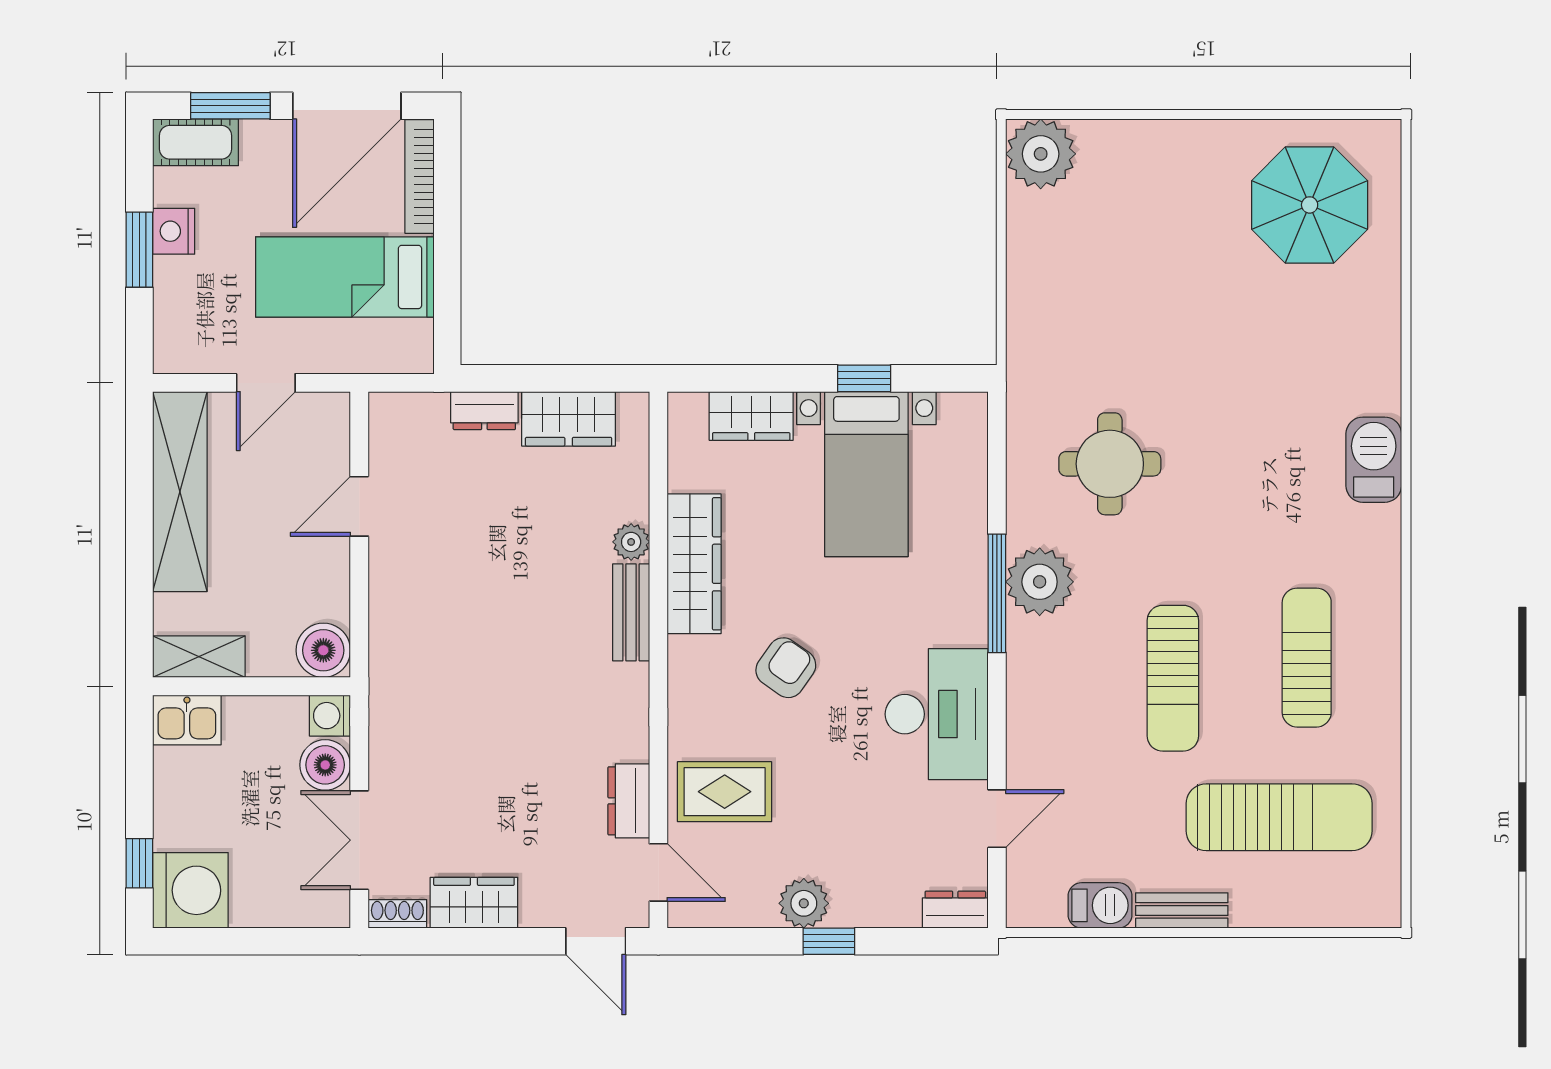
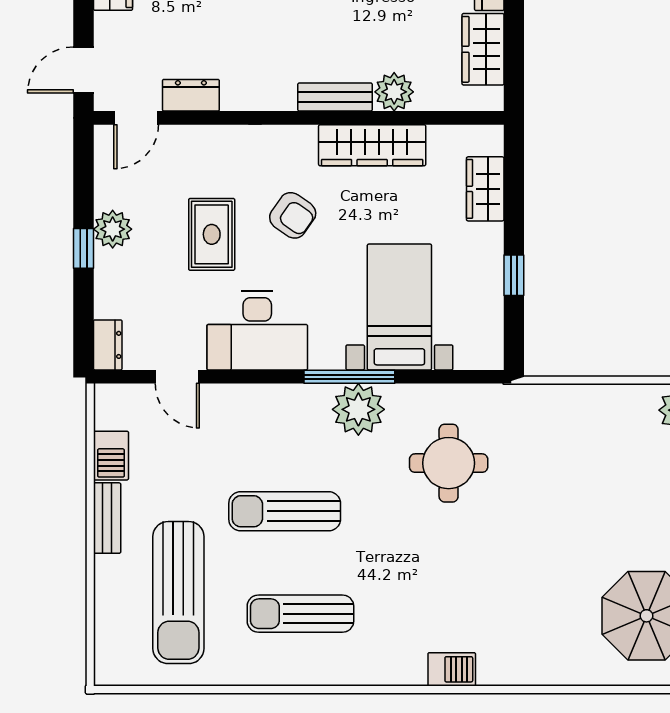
barbecue: (1374, 460) -> (452, 669), width x0.73, depth x0.79
bed with nightstands: (866, 474) -> (399, 307), moved, turned 90
plant: (631, 542) -> (394, 92), width x1.38, depth x1.38
sun lounger: (1307, 658) -> (300, 614), turned 180
rug: (725, 792) -> (212, 234), moved

